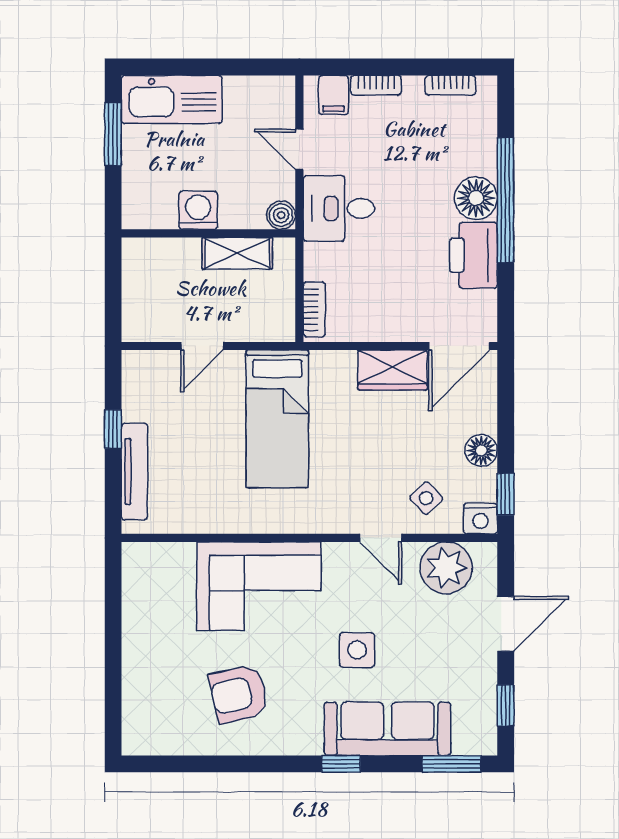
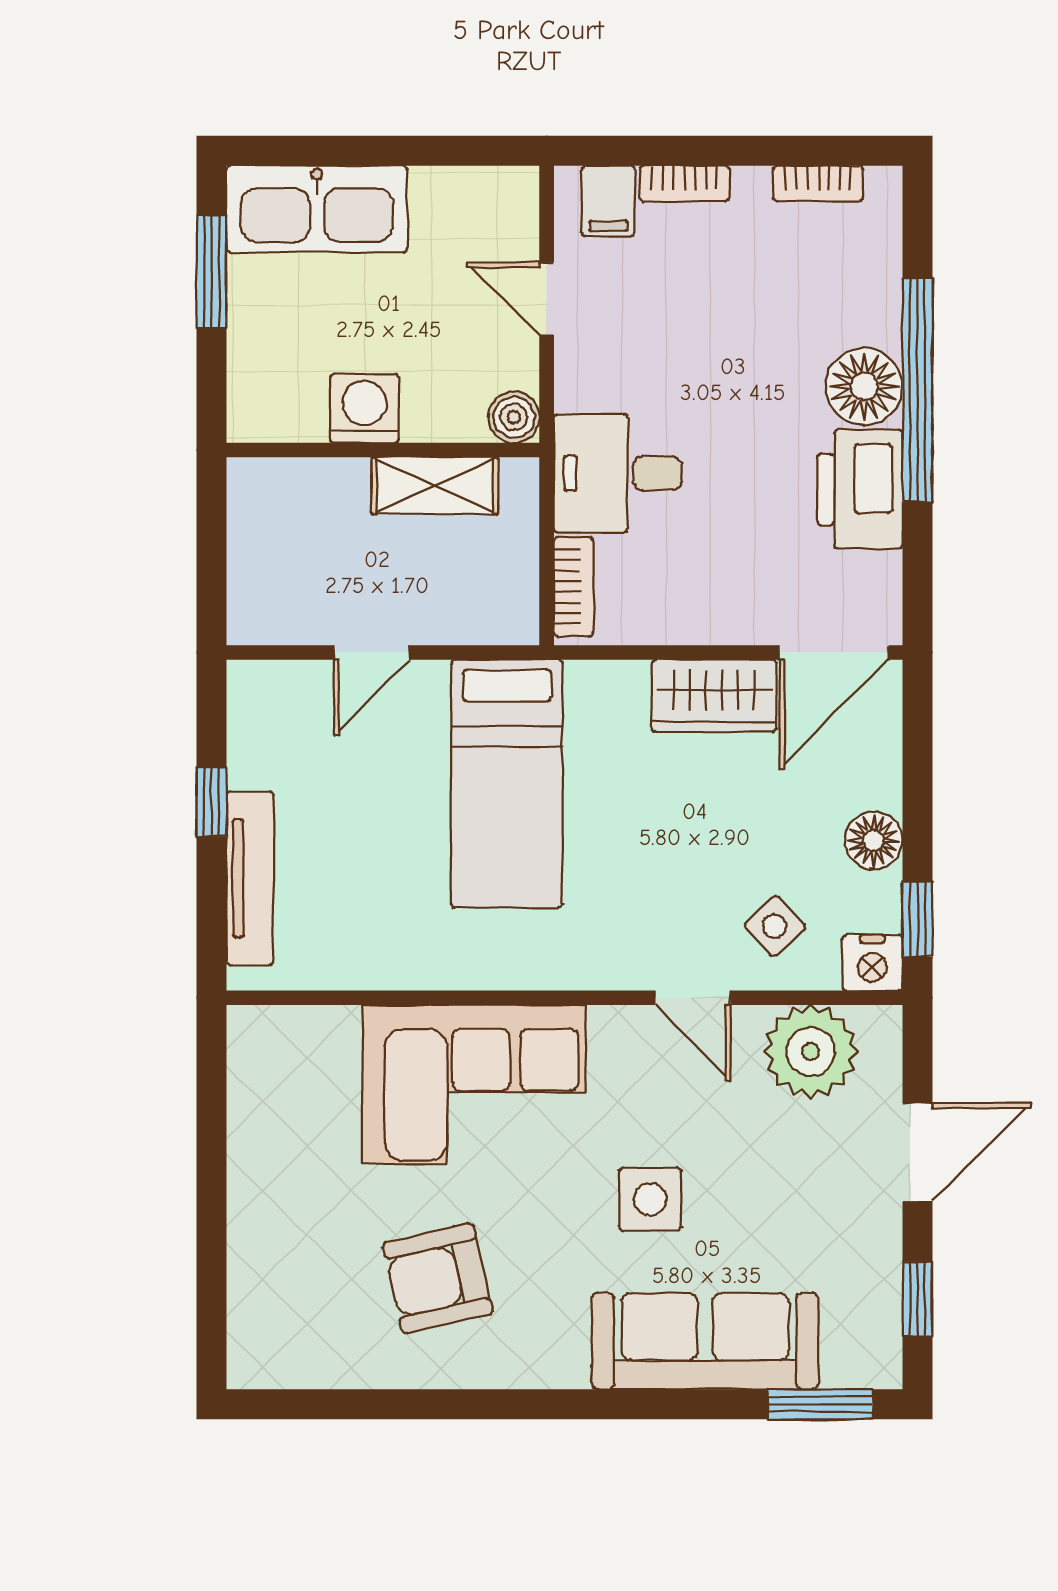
desk: (339, 208) -> (618, 473), moved
window: (341, 764) -> (621, 1404), removed

